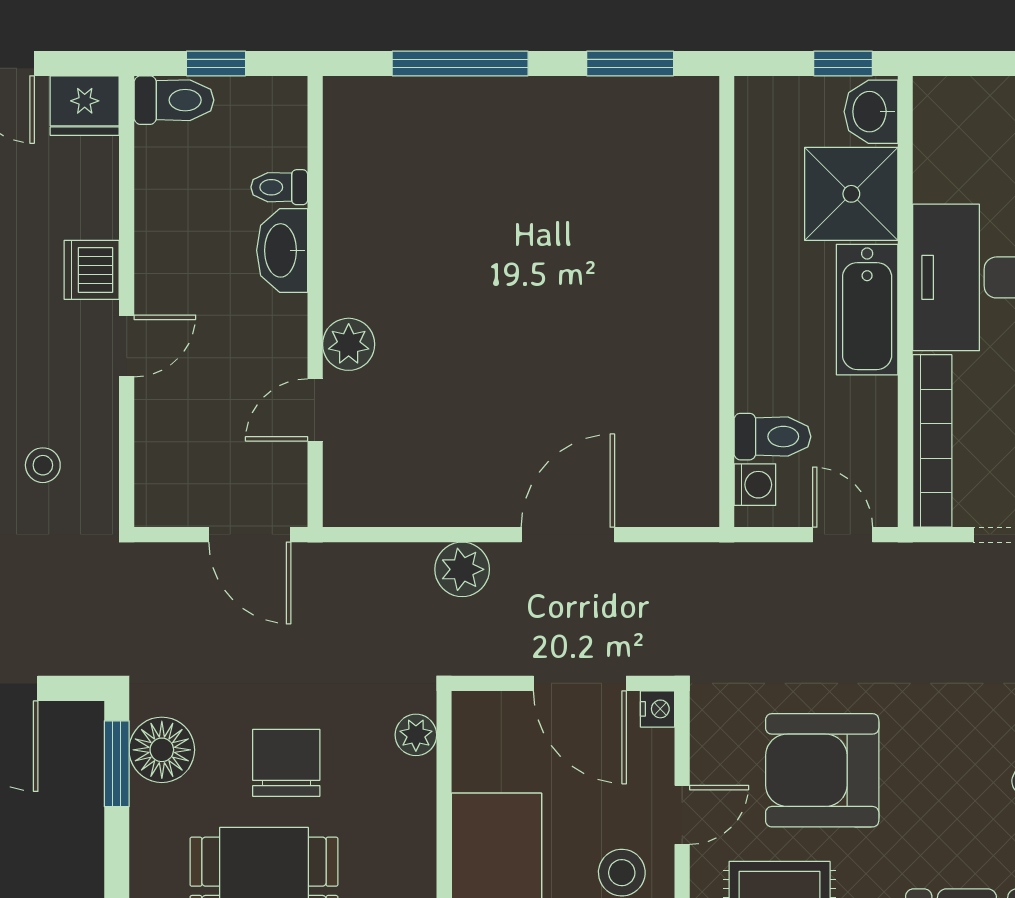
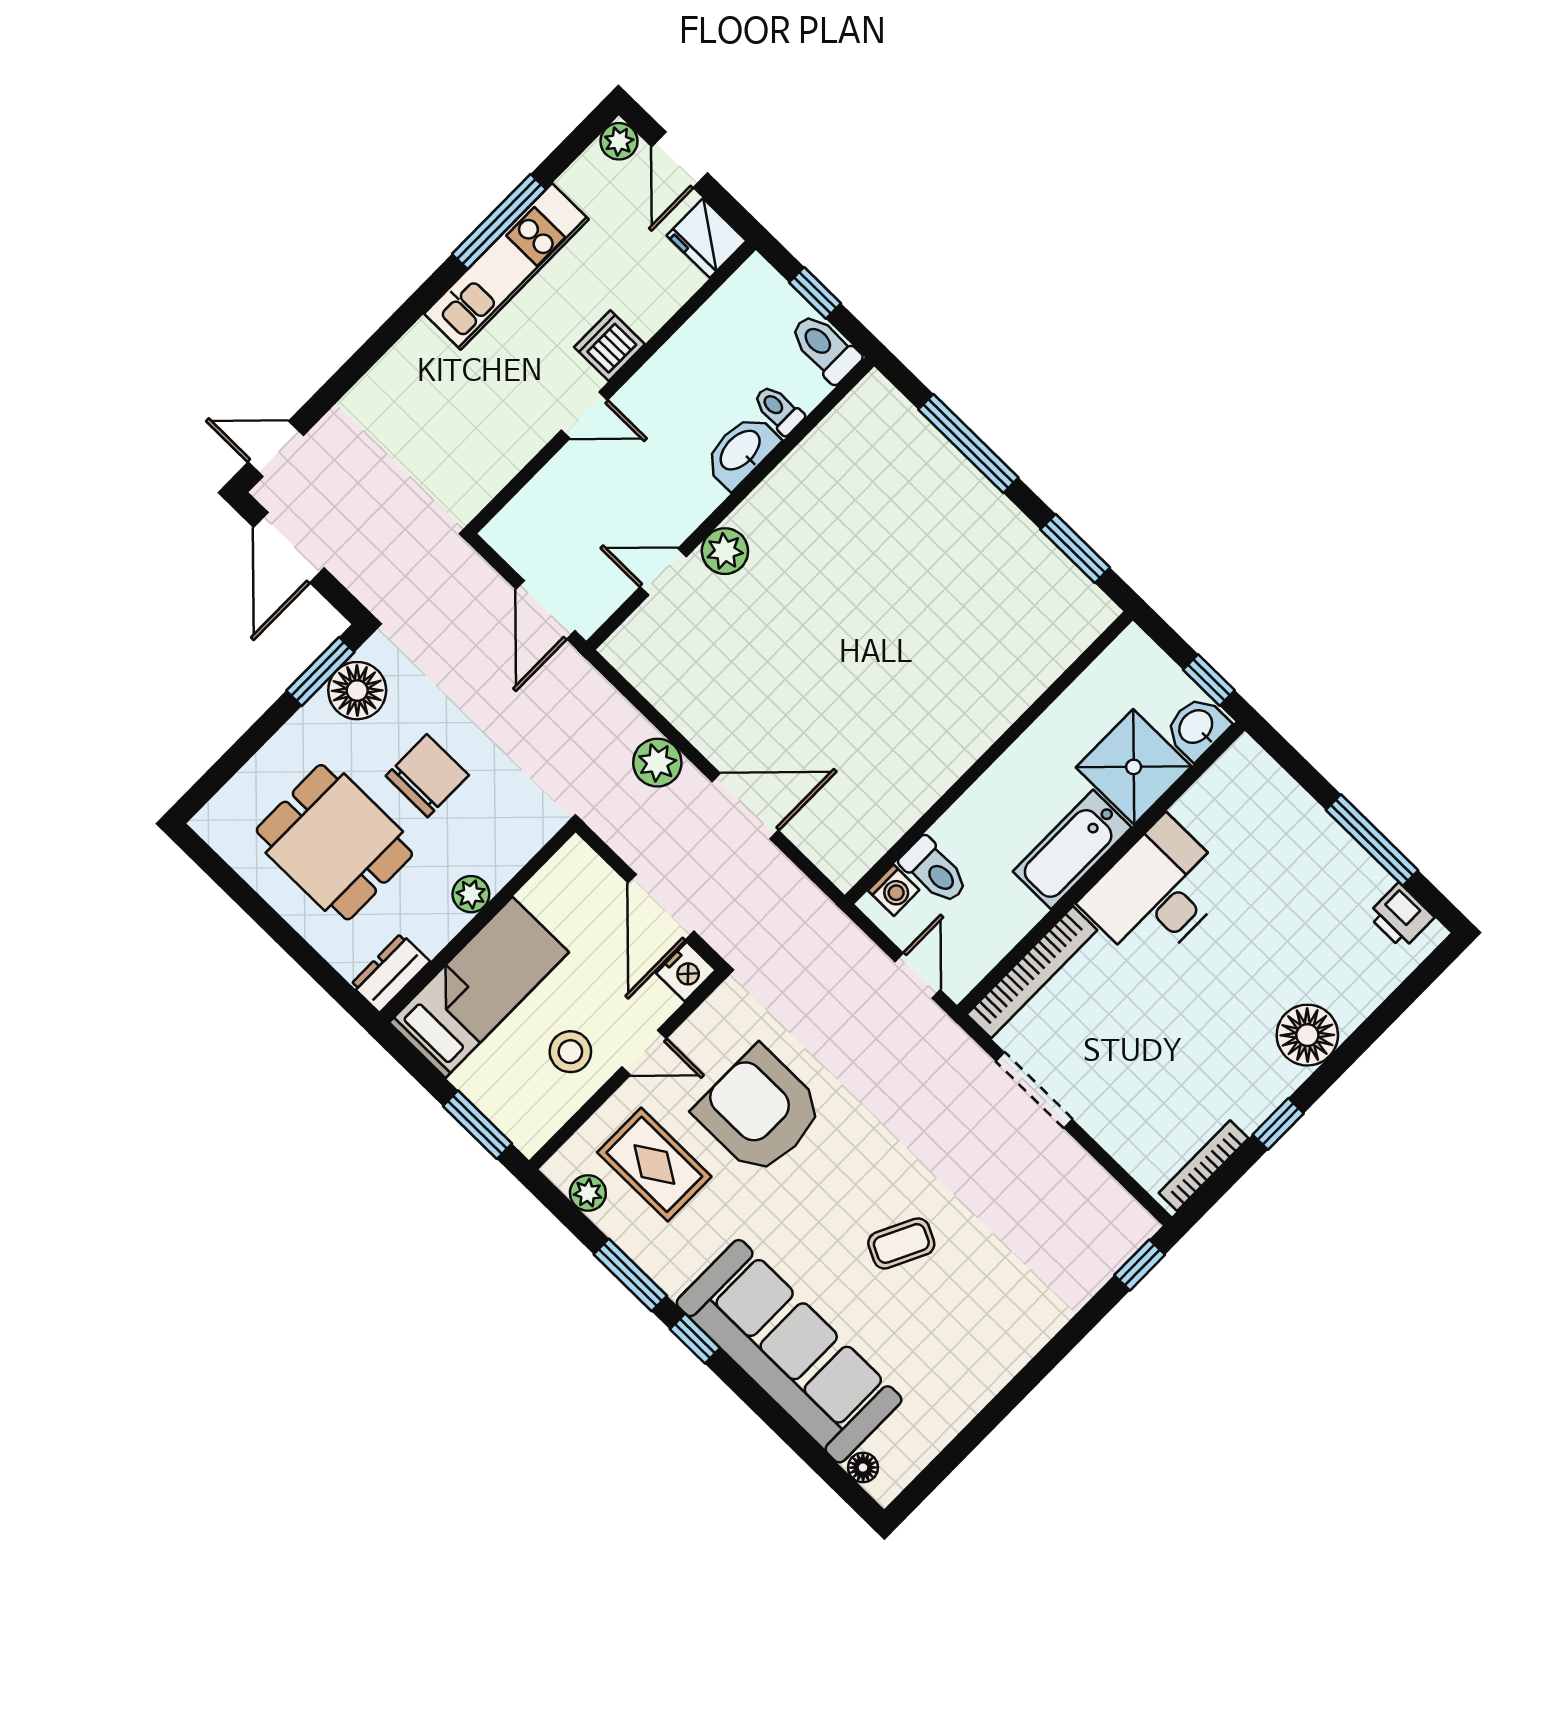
toilet: (174, 100) -> (825, 348), moved, turned 180
stool: (43, 465) -> (458, 438), removed
nightstand: (658, 709) -> (686, 972), width x1.39, depth x1.35
plant: (416, 735) -> (471, 894), moved

